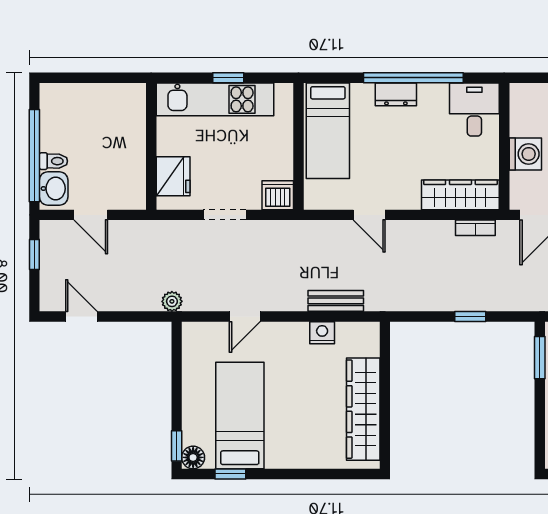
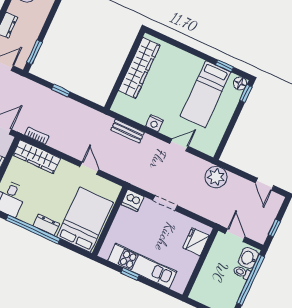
bed: (328, 131) -> (85, 220), width x1.50
wall: (151, 146) -> (200, 263), moved
fridge: (173, 176) -> (196, 242), moved
plant: (172, 301) -> (216, 177), width x1.87, depth x1.87
nightstand: (322, 333) -> (154, 123), moved

